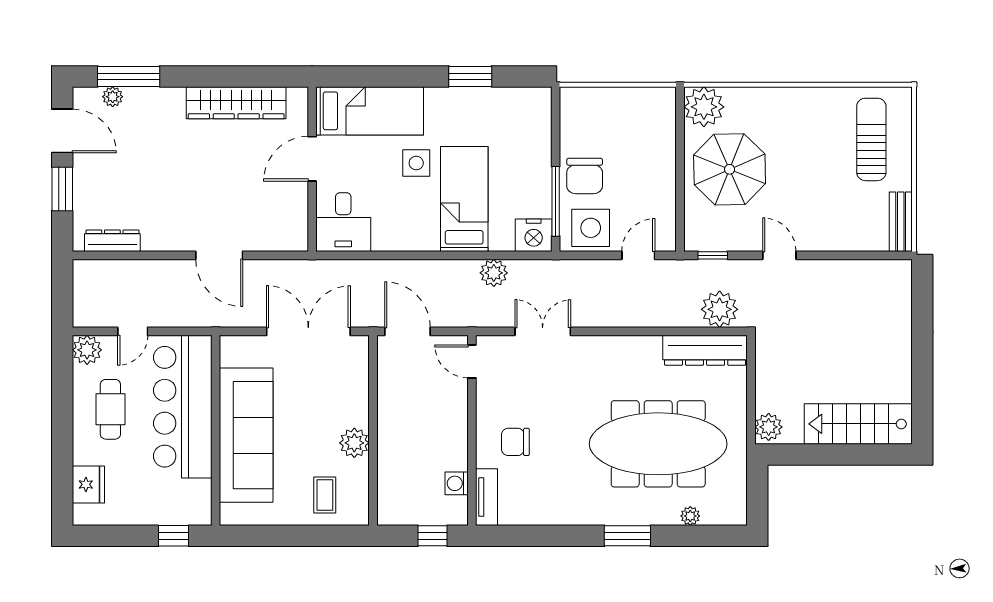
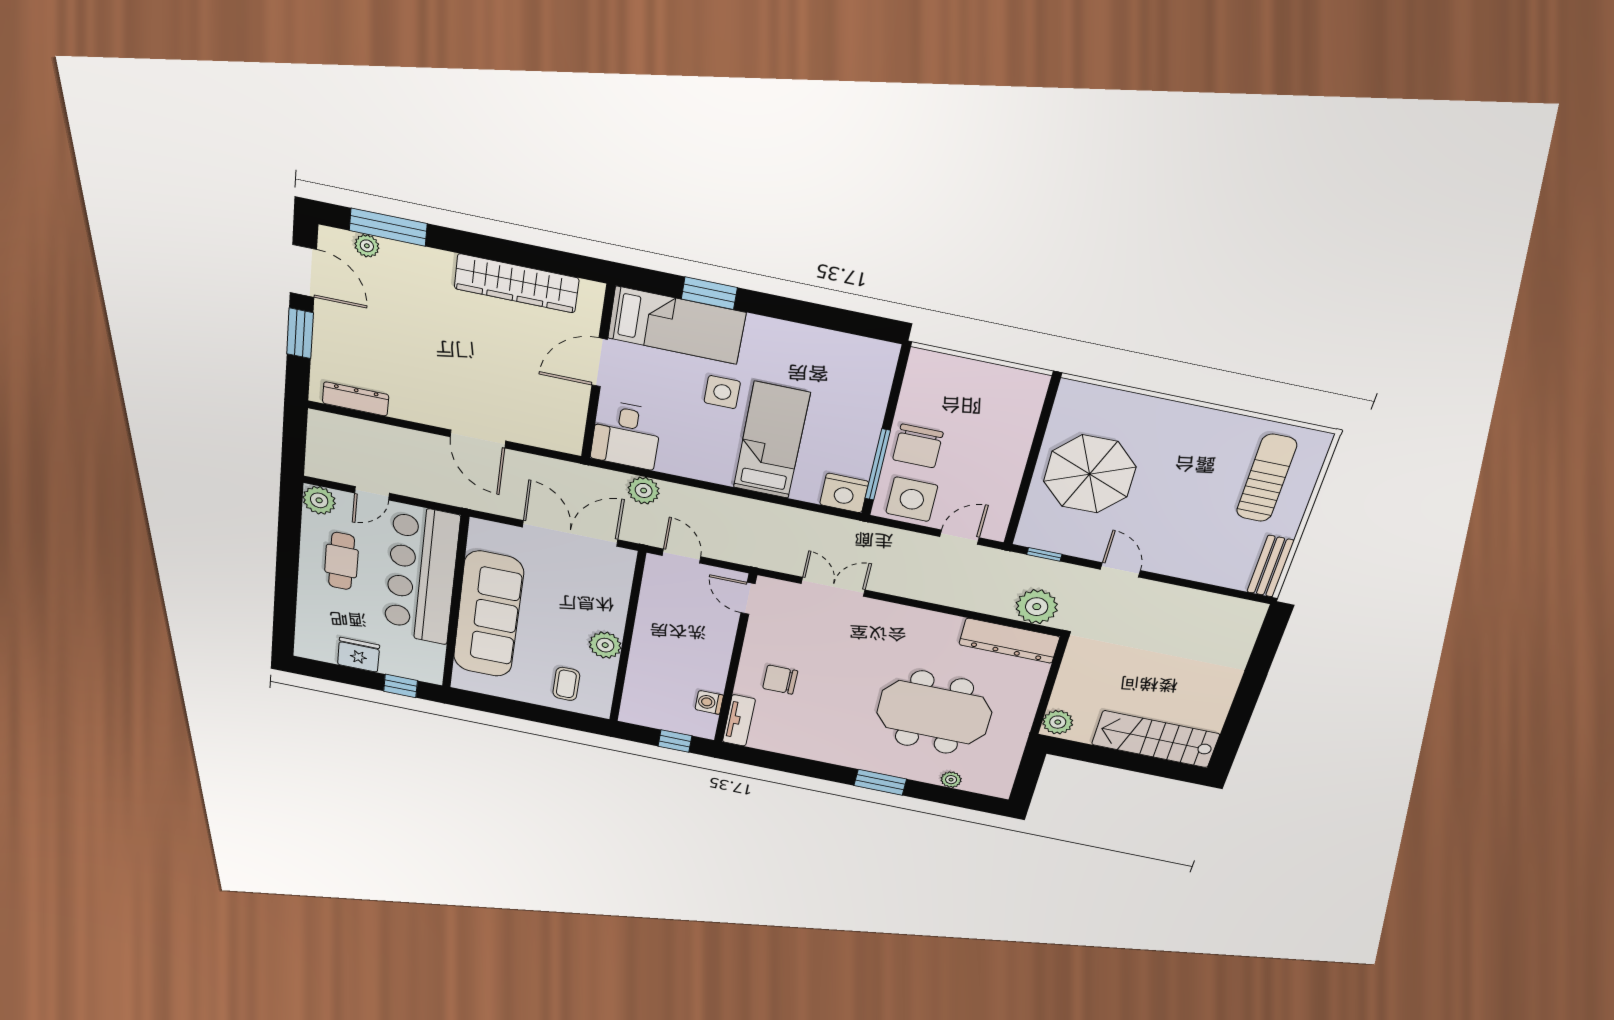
window: (470, 76) -> (709, 293), moved
plant: (704, 107) -> (1079, 404), removed
plant: (494, 273) -> (644, 490), moved
door: (407, 331) -> (681, 556), width x0.73
meeting table: (658, 444) -> (934, 712), width x0.73
fridge: (88, 484) -> (359, 655), moved, turned -90

